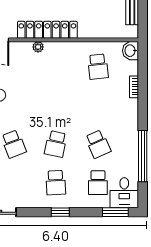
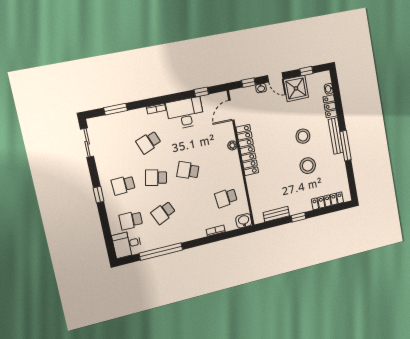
school desk: (56, 105) -> (188, 170), added
window: (115, 212) -> (109, 241), removed

